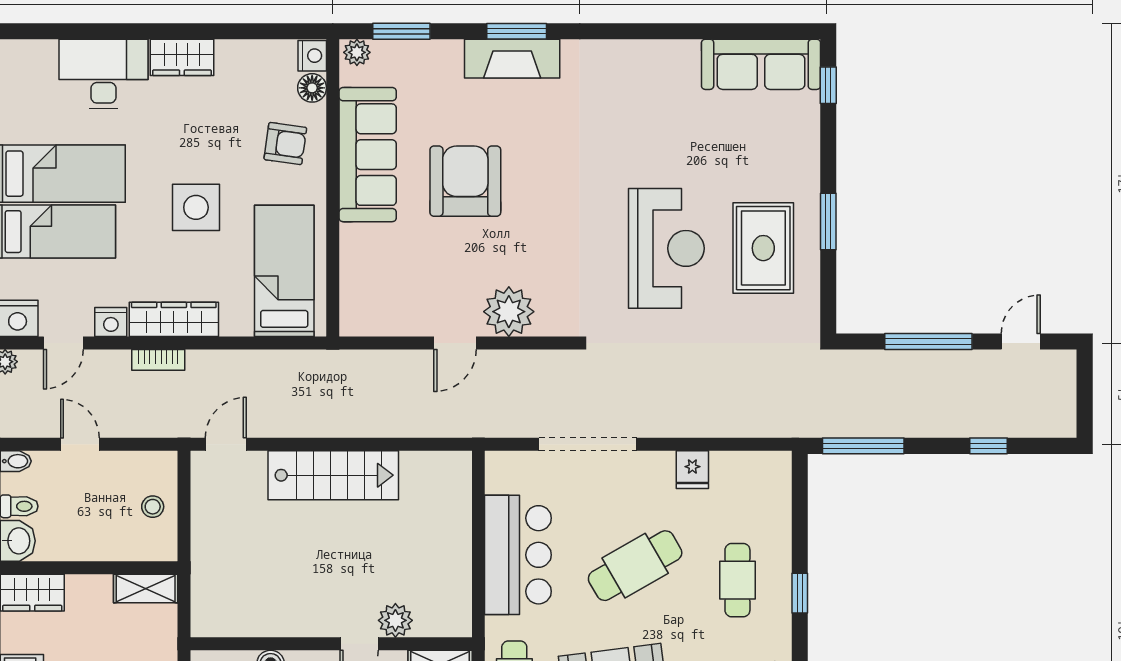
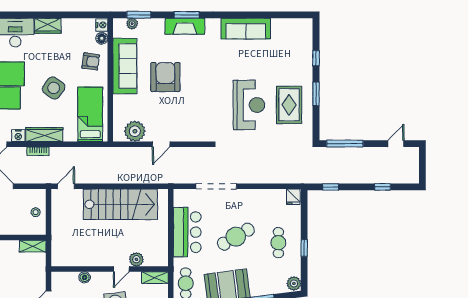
plant: (357, 52) -> (132, 24), moved
sofa: (761, 64) -> (246, 29), moved
window: (828, 85) -> (316, 58), moved
side table: (196, 207) -> (54, 88), turned 35
plant: (509, 312) -> (135, 131), moved
window: (928, 341) -> (345, 144), moved
window: (863, 446) -> (331, 187), width x0.46
fridge: (692, 470) -> (293, 197), moved
stairs: (333, 475) -> (120, 204), width x1.36, depth x1.51

